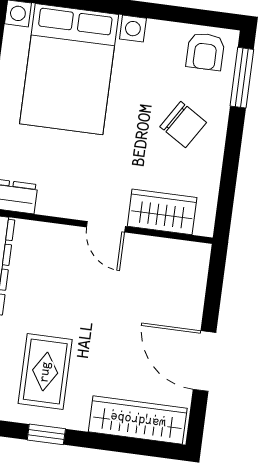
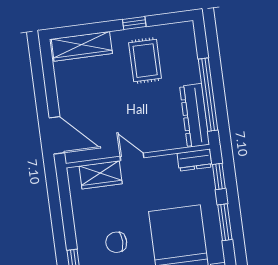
chair: (183, 125) -> (116, 242), moved, turned -33
door: (204, 361) -> (57, 135), moved

